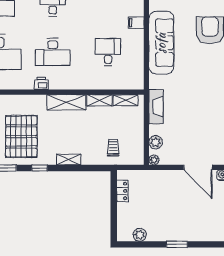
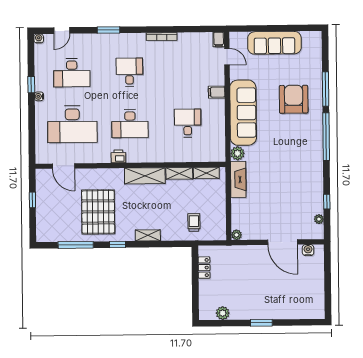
plant: (156, 142) -> (237, 153), moved

